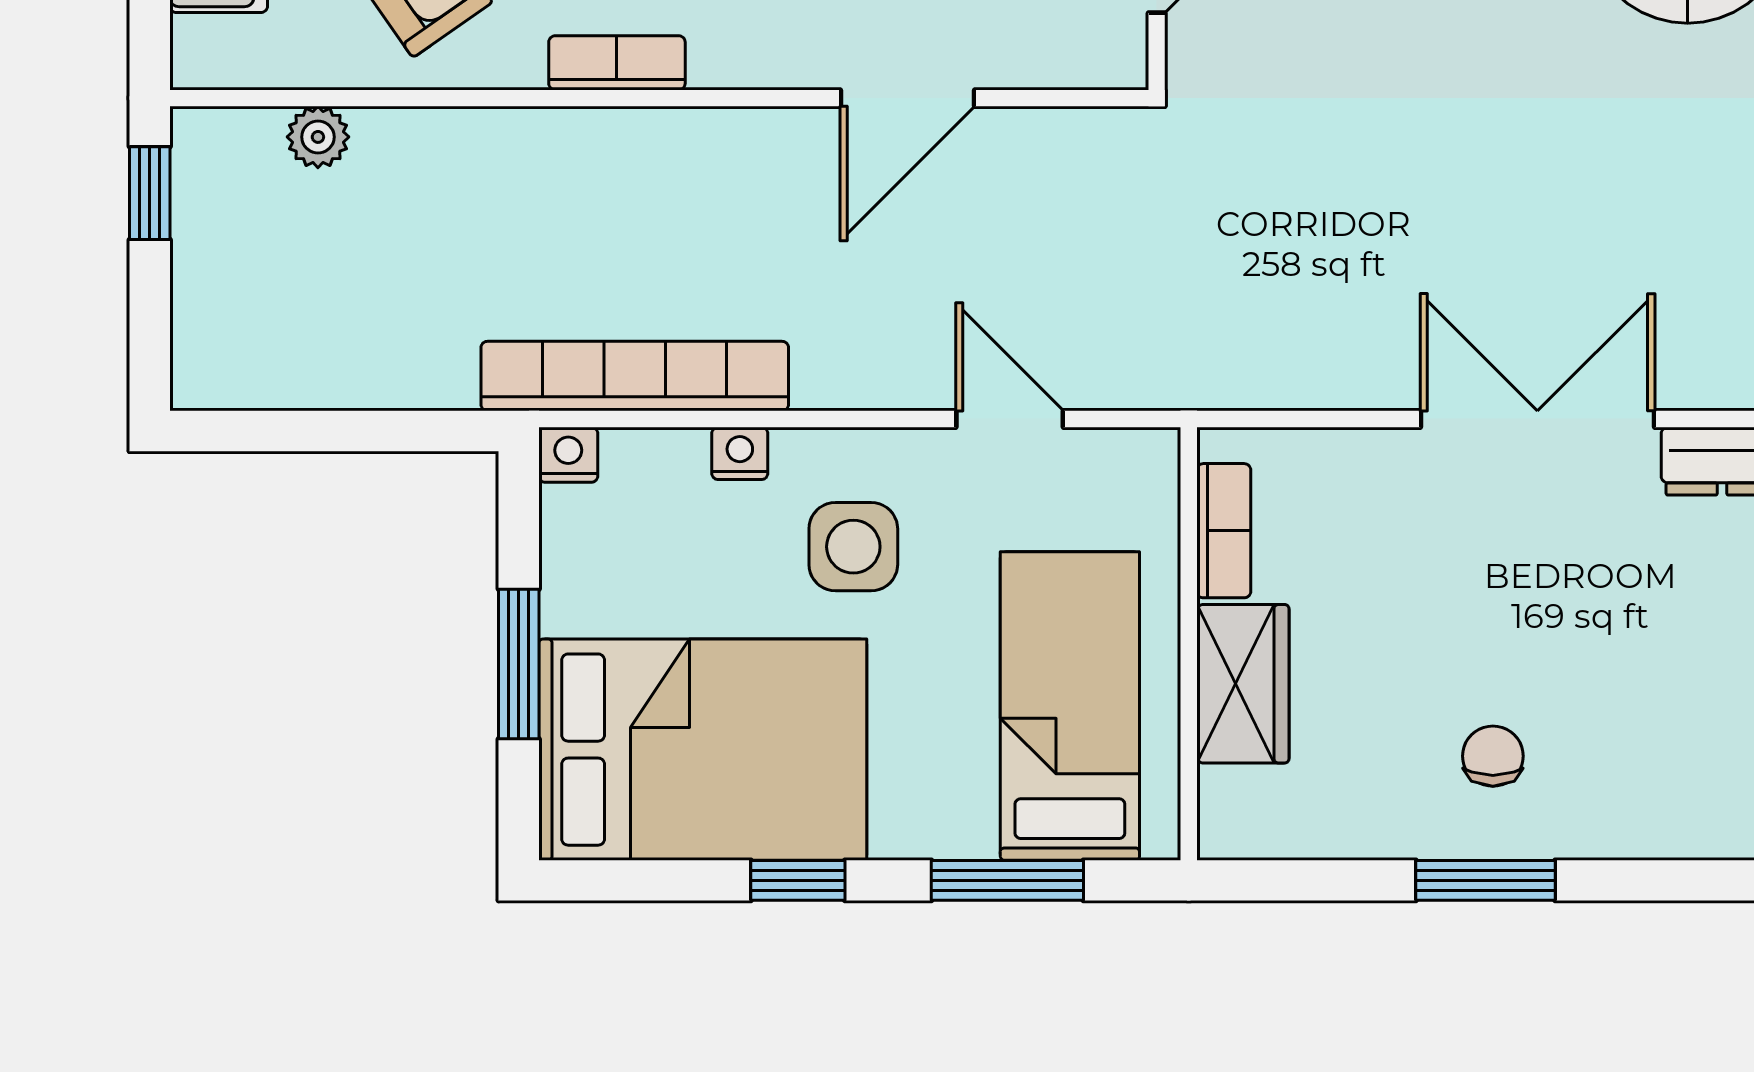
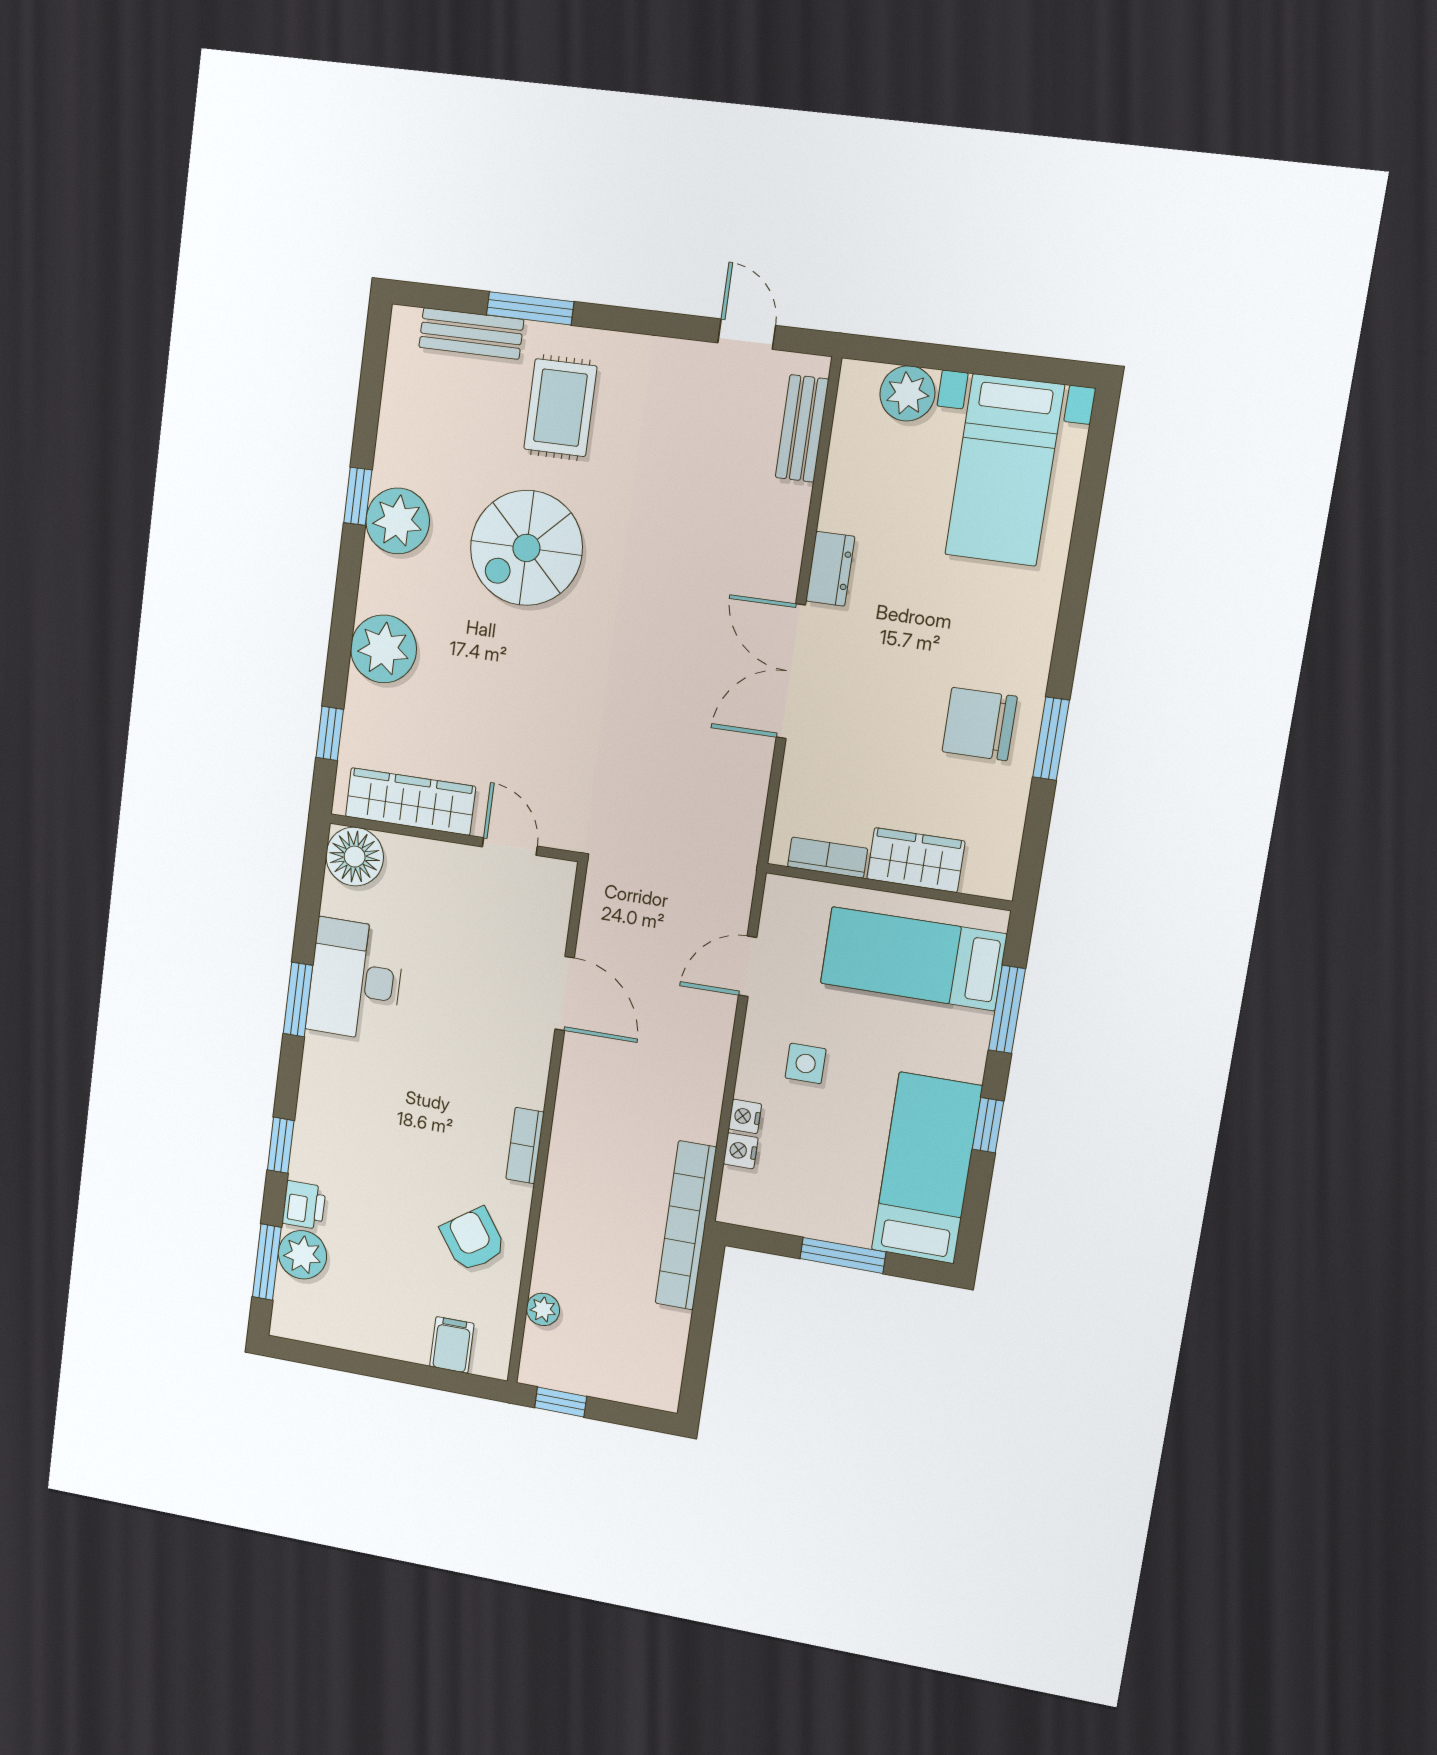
bookcase: (635, 376) -> (686, 1225), moved
nightstand: (568, 455) -> (741, 1151), moved
side table: (853, 547) -> (806, 1063), width x0.73, depth x0.73
bed: (703, 750) -> (927, 1168), width x0.67
chair: (1493, 756) -> (980, 724), width x1.87, depth x1.87

